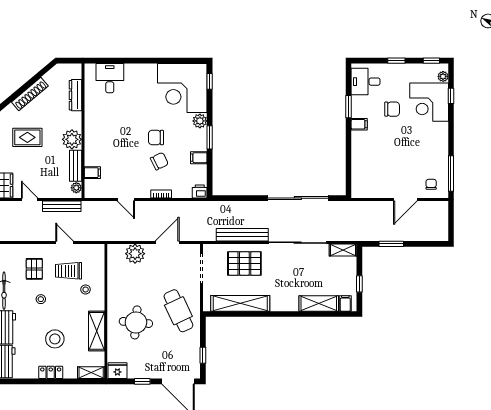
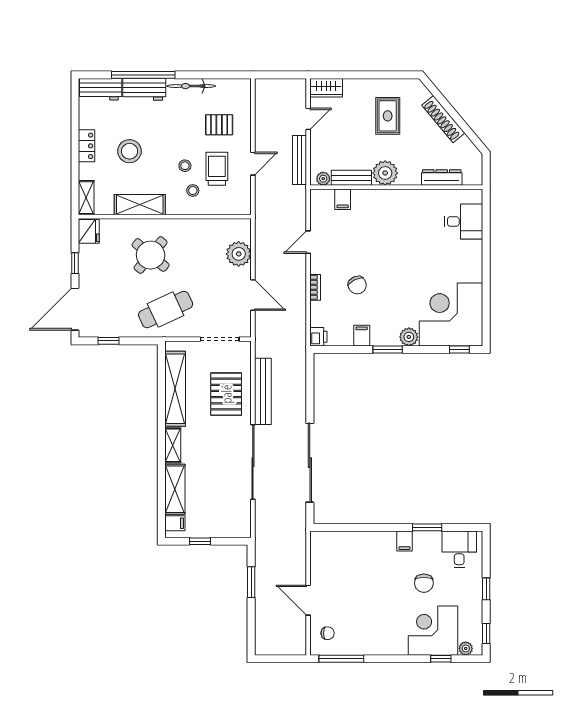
chair: (156, 138) -> (388, 281), removed
shelving: (343, 250) -> (173, 445), moved
stool: (41, 299) -> (185, 166), moved
round table: (136, 322) -> (151, 255), turned 35

